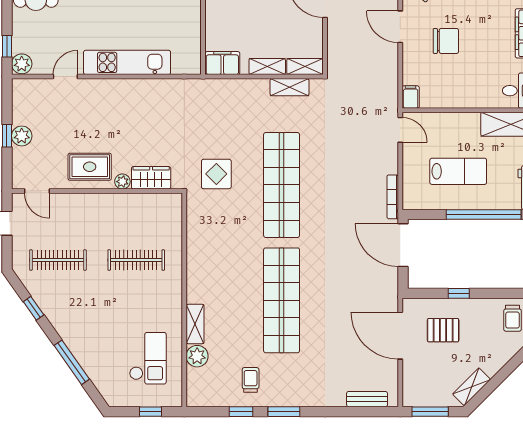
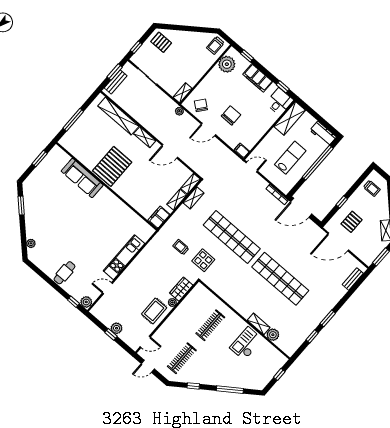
door: (65, 77) -> (107, 288), hinge flipped
checkout: (148, 358) -> (246, 344), moved, turned -90
trolley: (251, 380) -> (181, 247), moved

